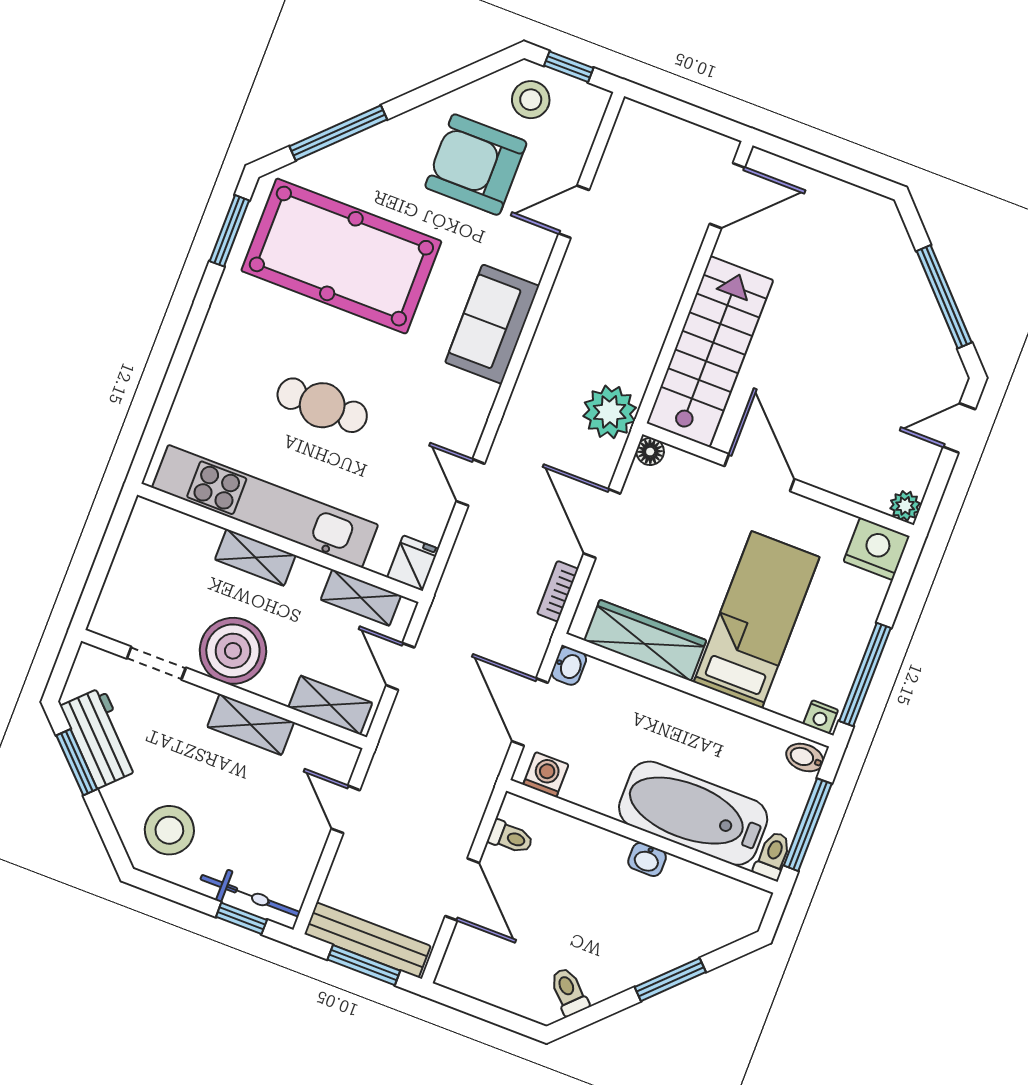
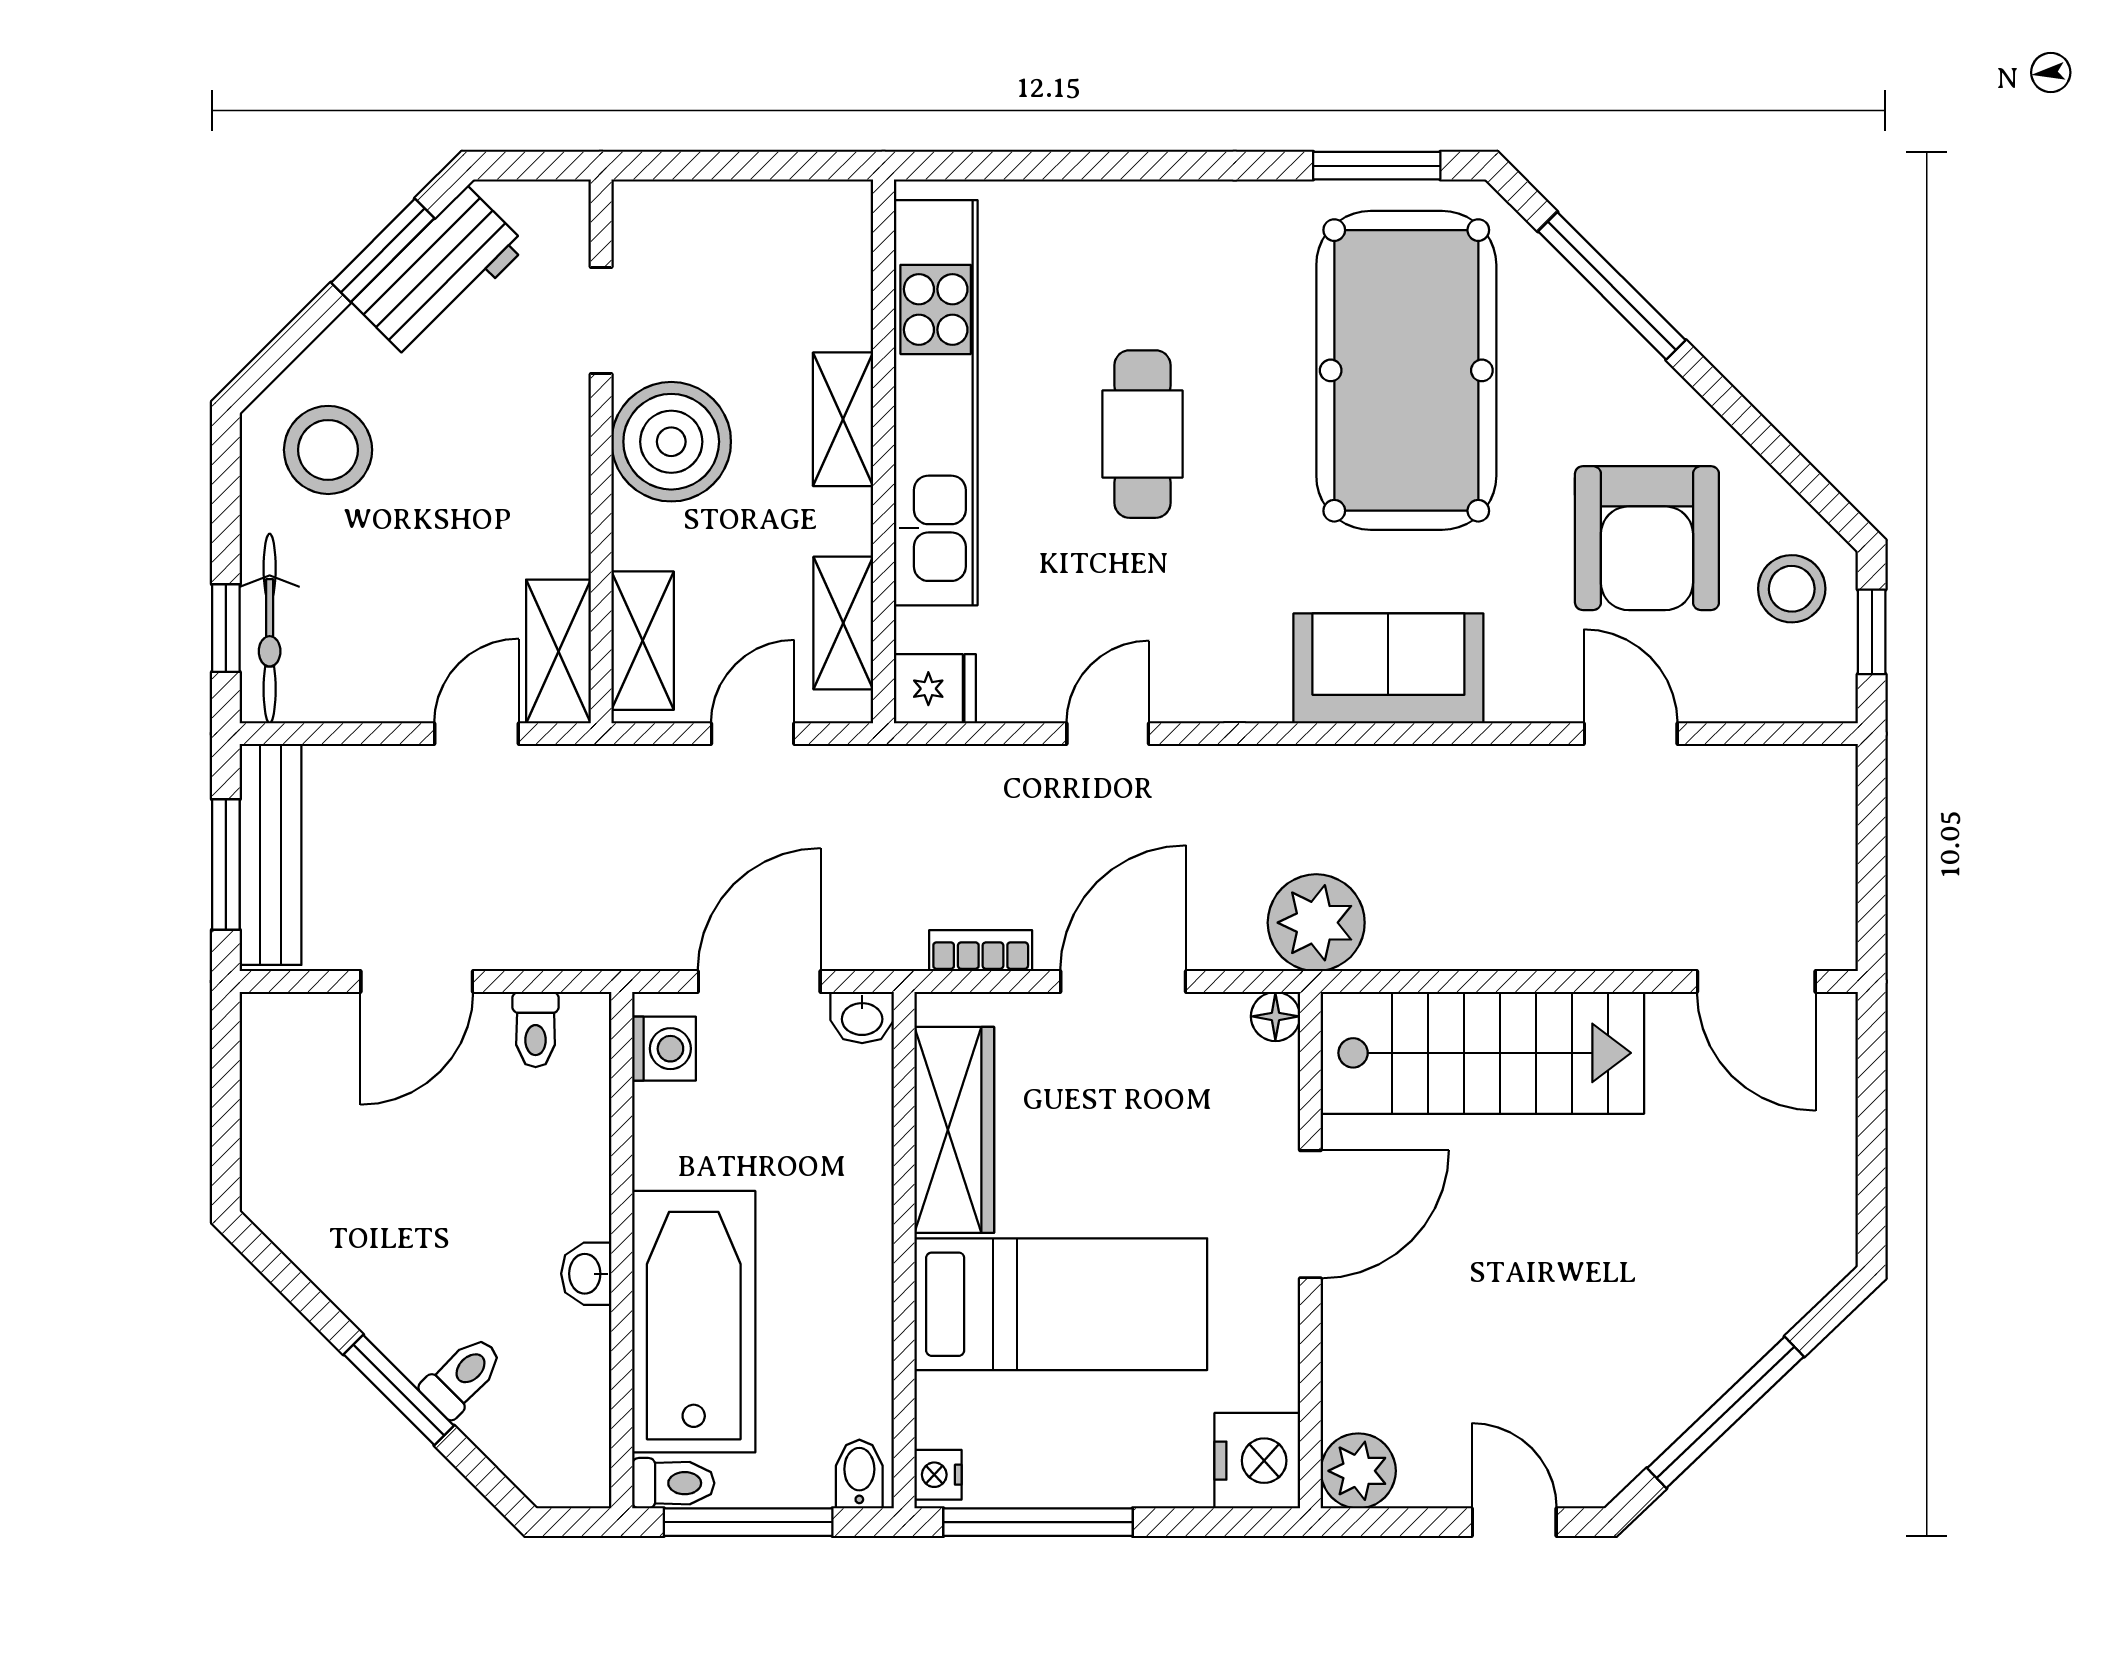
armchair: (476, 165) -> (1647, 538), turned 180
plant: (905, 506) -> (1358, 1471), width x1.38, depth x1.38
shelving: (251, 724) -> (558, 651), moved
toilet: (569, 992) -> (462, 1376), moved

